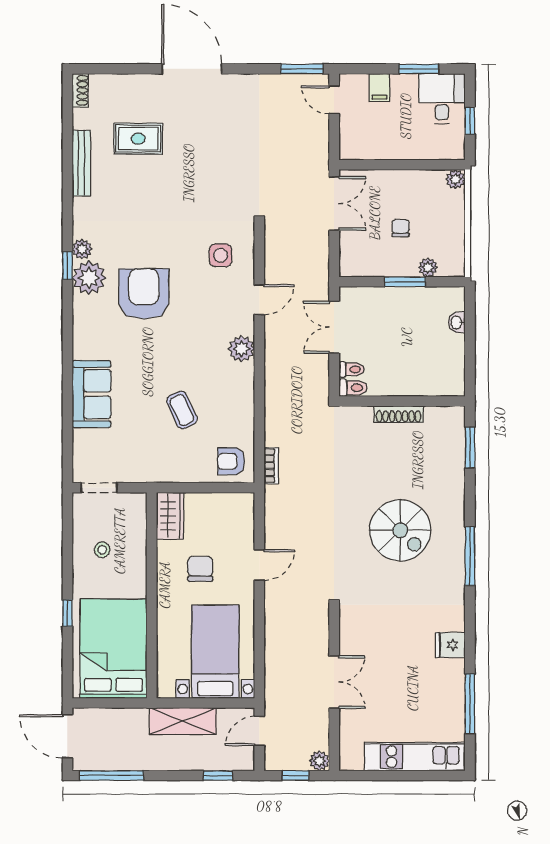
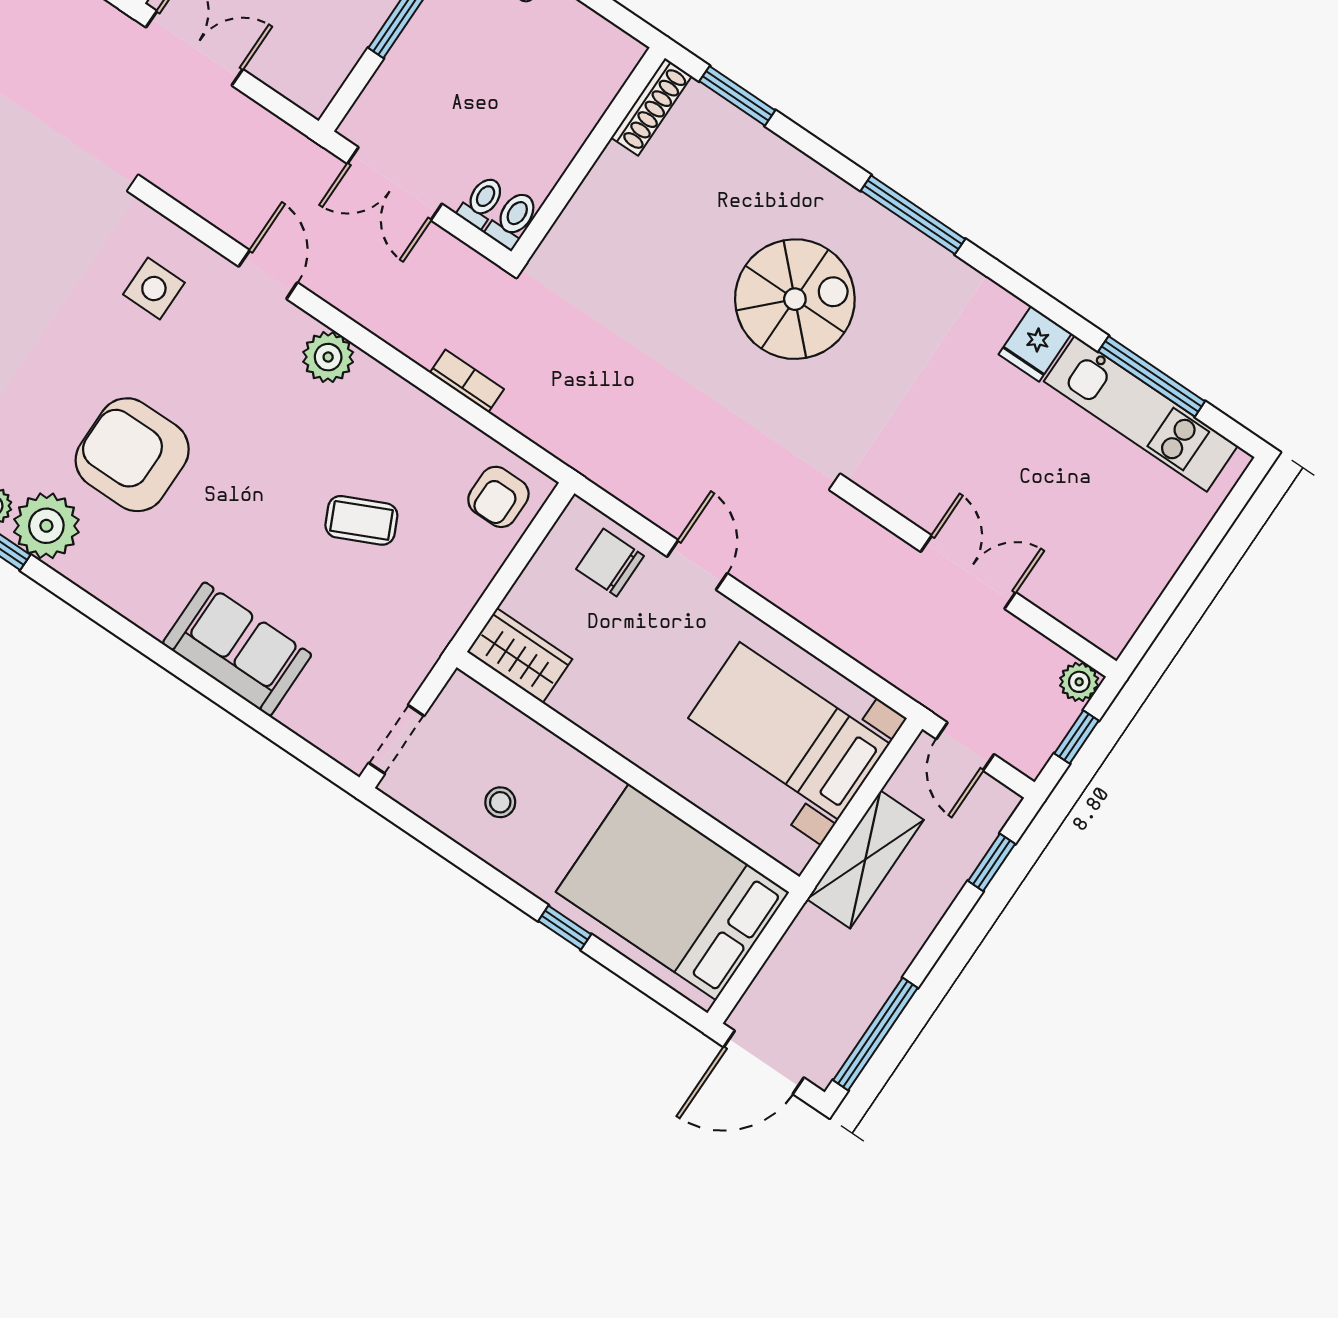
shoe rack: (399, 414) -> (651, 107), moved
bookcase: (271, 466) -> (467, 381), moved
chair: (200, 569) -> (610, 563), moved
kitchen unit: (415, 757) -> (1141, 414), moved, turned -90

